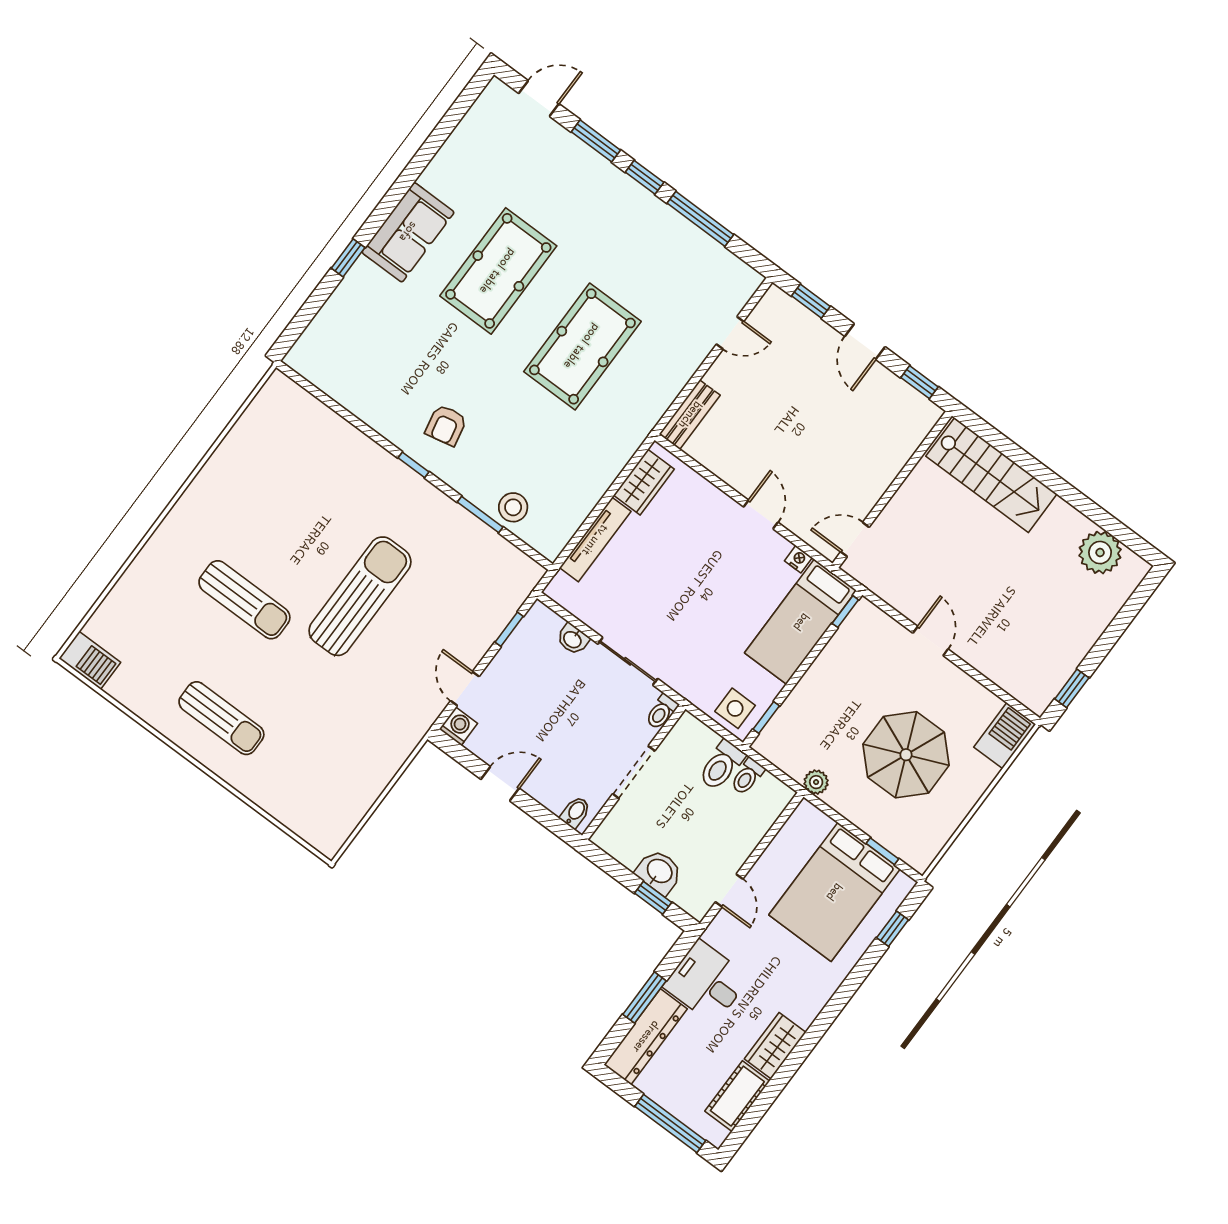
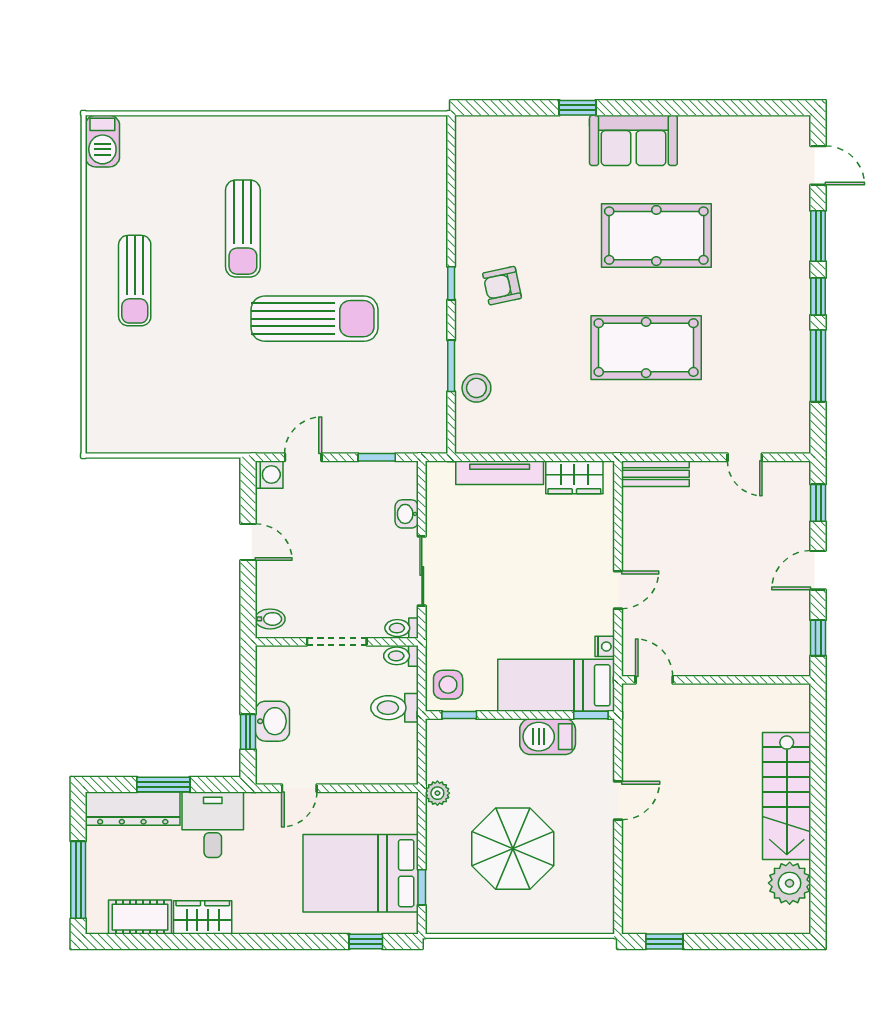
stairs: (991, 475) -> (787, 796), moved
barbecue: (1005, 736) -> (548, 737), moved, turned 180
toilet: (747, 776) -> (401, 656), moved

